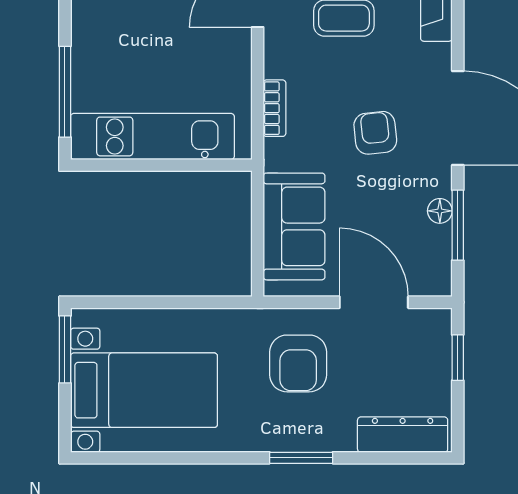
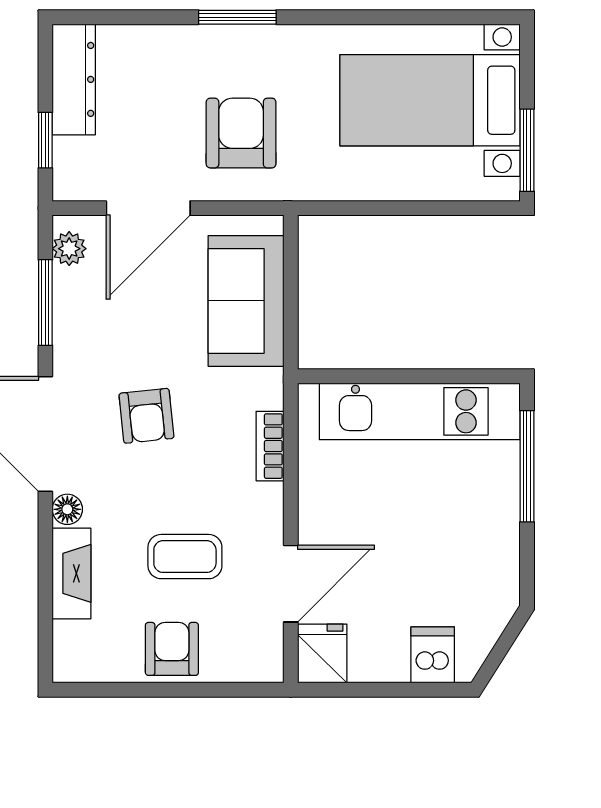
floor lamp: (440, 211) -> (67, 509), moved
plant: (438, 269) -> (69, 249), added
door: (374, 302) -> (148, 208), hinge flipped
dresser: (403, 435) -> (74, 79), moved, turned -90

